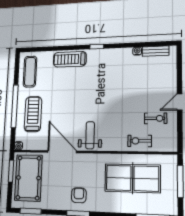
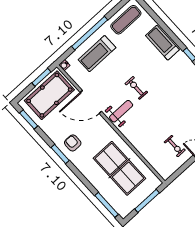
treadmill: (33, 114) -> (97, 54), turned 180
exercise bike: (140, 141) -> (136, 88), moved
door: (62, 152) -> (91, 102), swing flipped
armchair: (79, 195) -> (73, 143), turned -90

